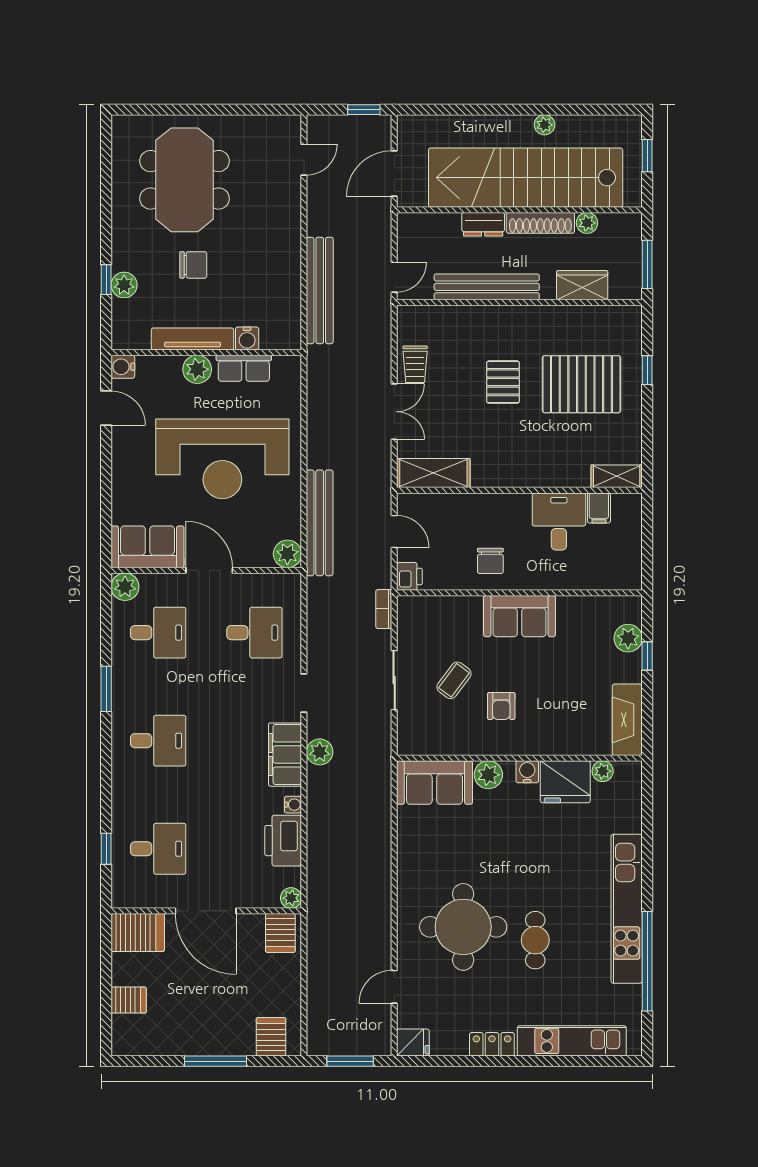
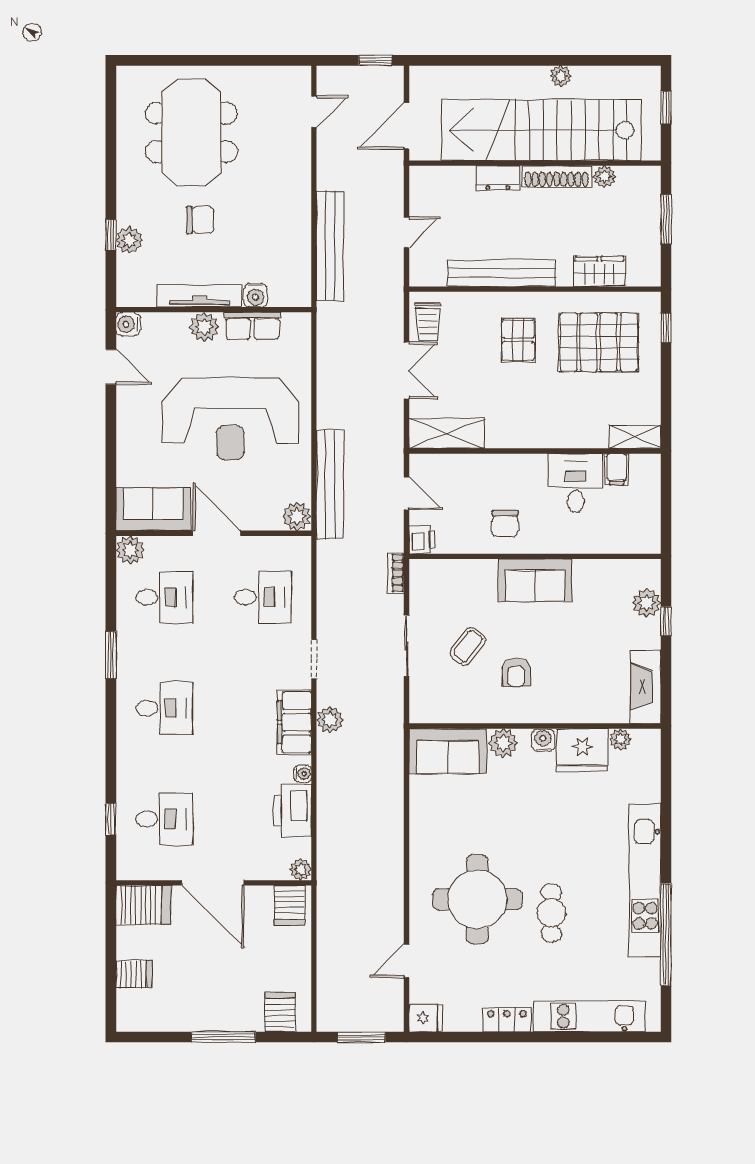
wardrobe: (582, 285) -> (599, 271), moved
bench: (487, 287) -> (502, 273), moved
wall: (519, 302) -> (535, 289), moved

